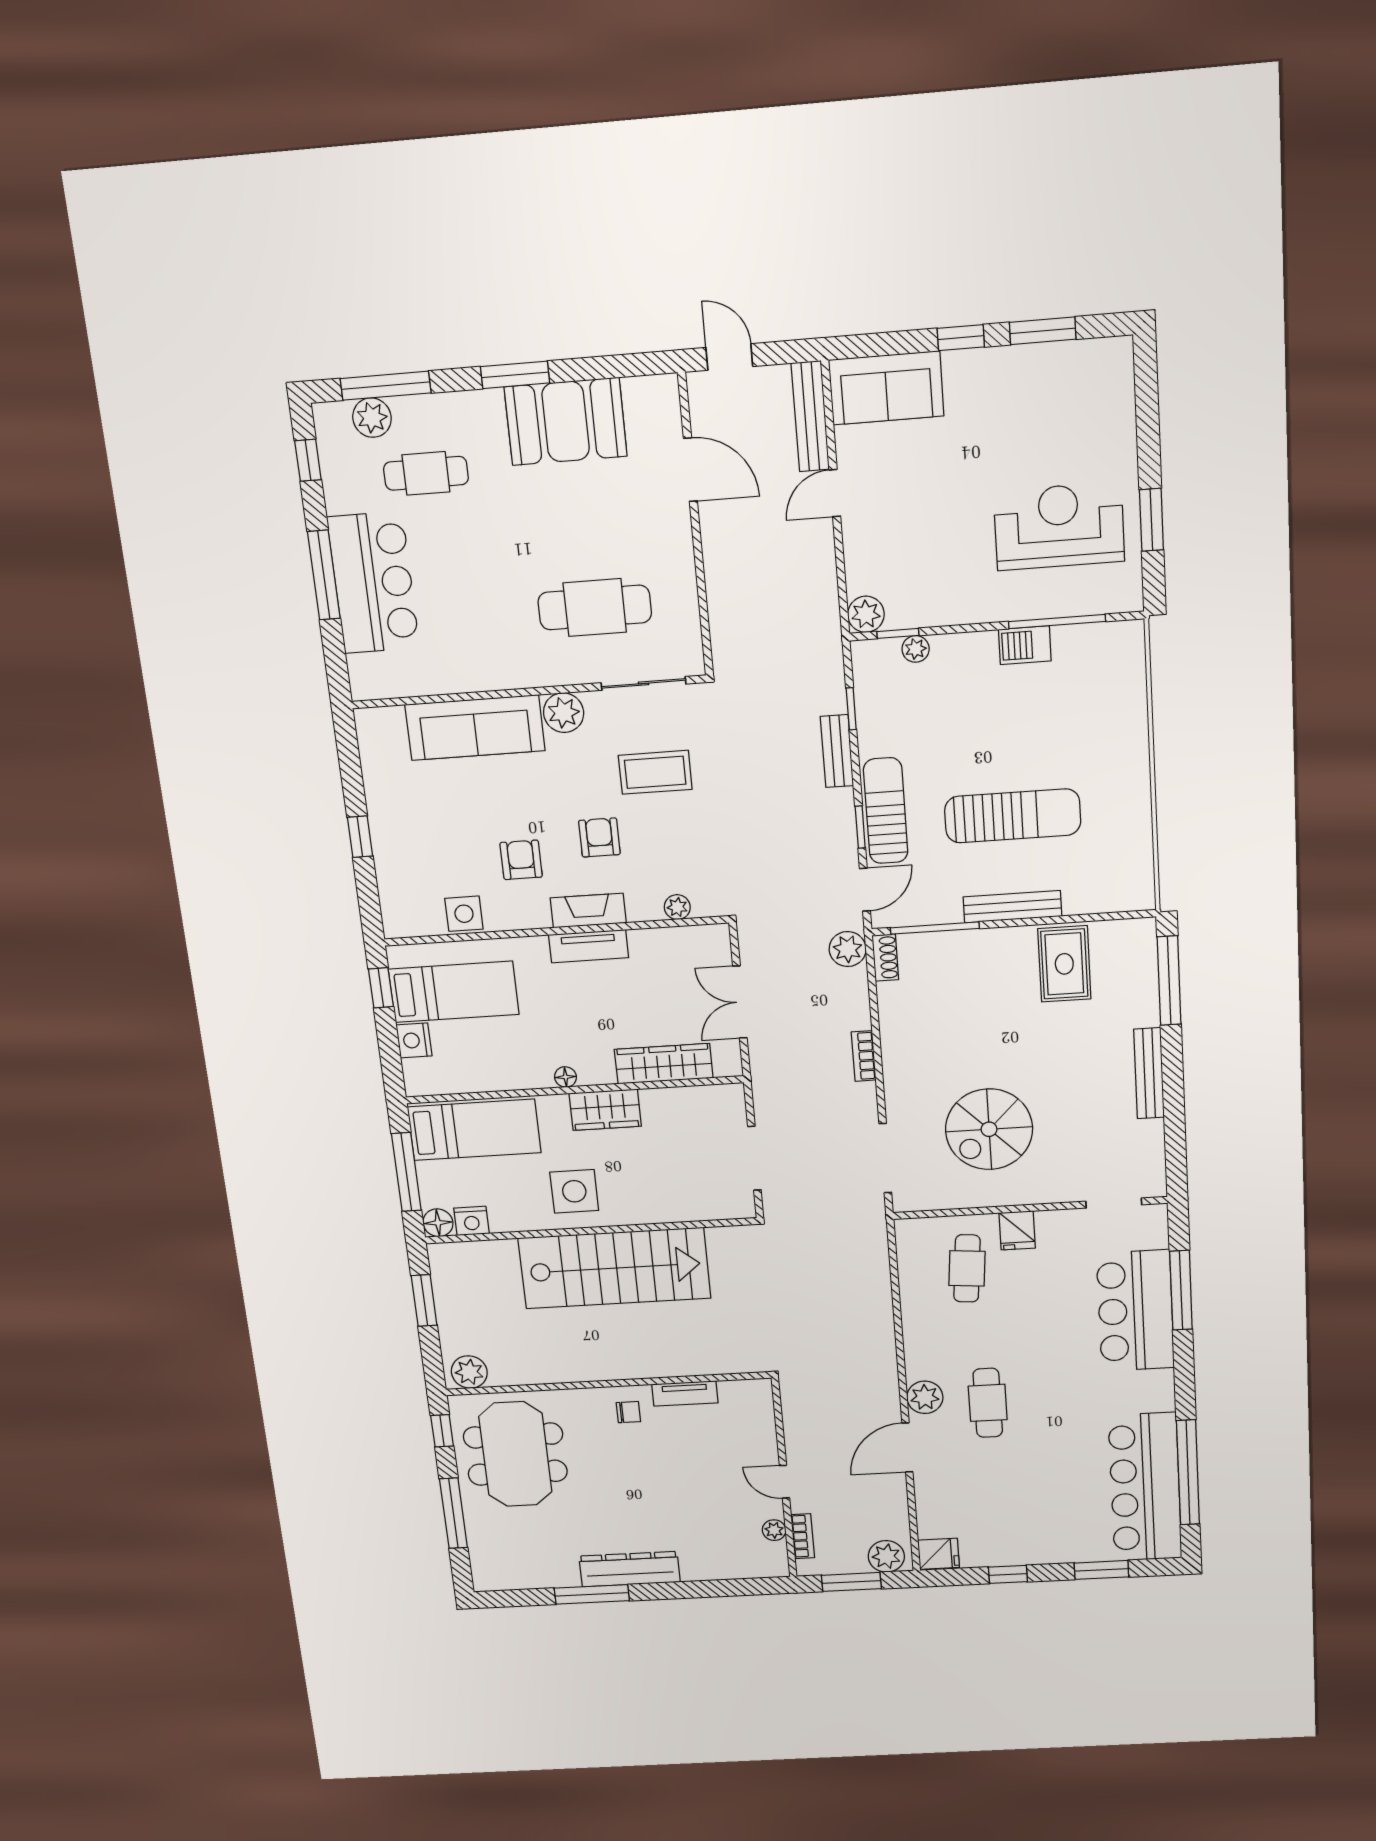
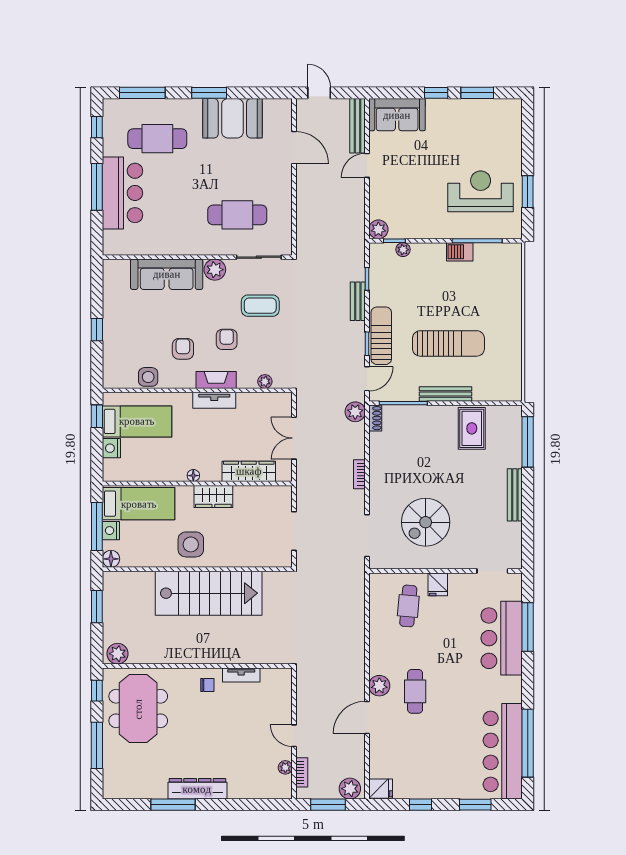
plant: (372, 418) -> (133, 108), removed
cafe table: (426, 473) -> (157, 139), width x1.37, depth x1.35
nightstand: (472, 1221) -> (111, 531), moved, turned 90

